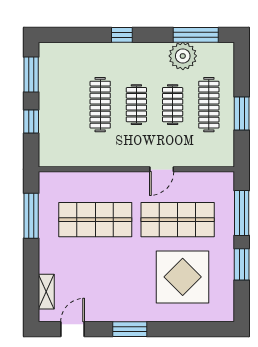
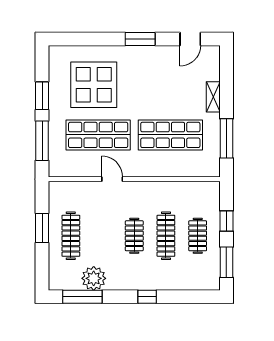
clothes rail: (173, 105) -> (198, 236), moved
door: (162, 169) -> (112, 179), hinge flipped
shelving: (46, 292) -> (213, 97), moved

